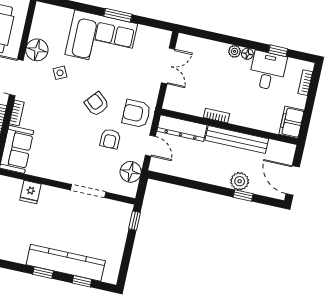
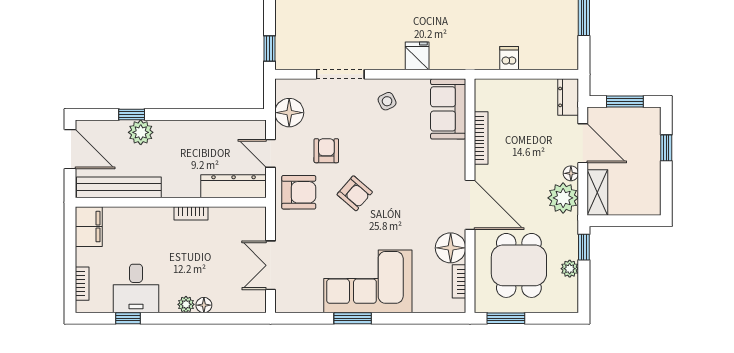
floor lamp: (247, 54) -> (204, 305), moved
side table: (60, 73) -> (387, 101), moved
bookcase: (17, 113) -> (459, 281), moved
bench: (237, 139) -> (119, 187), moved

